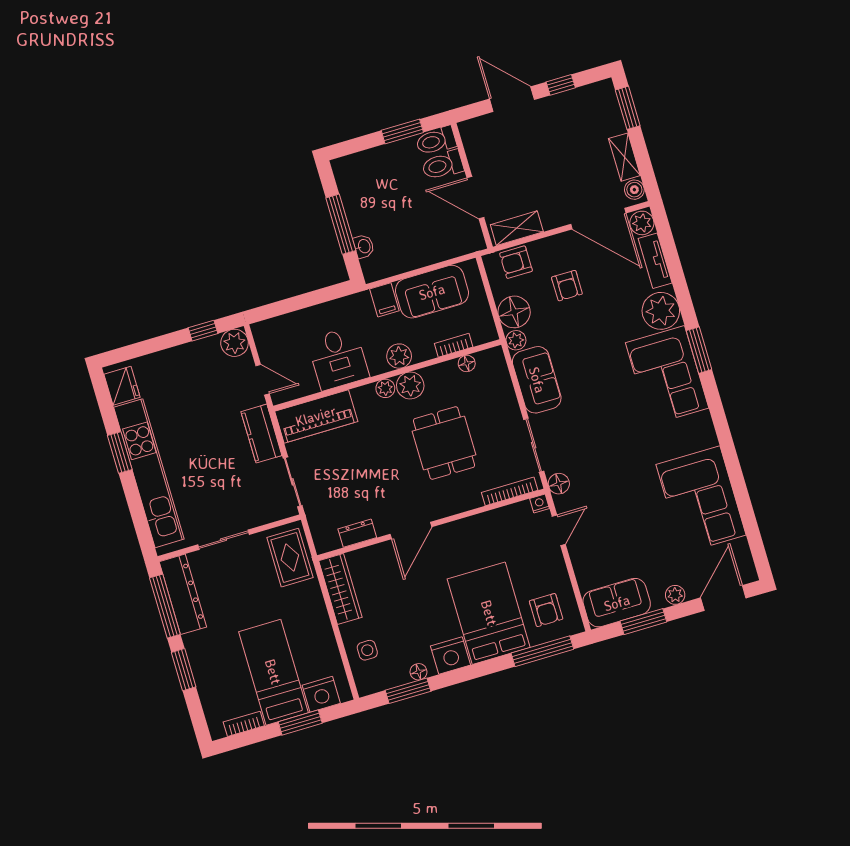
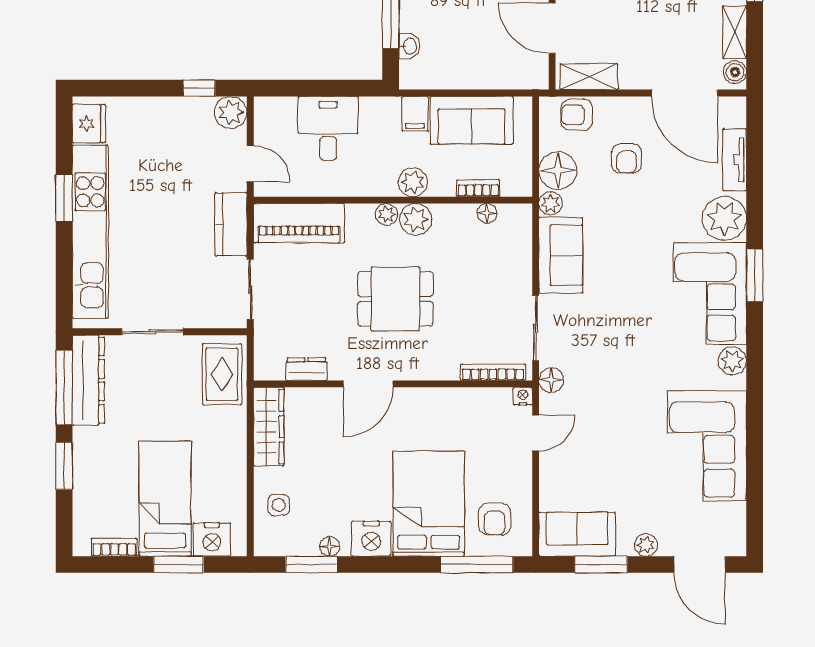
plant: (642, 223) -> (732, 361), moved
desk: (338, 358) -> (328, 129), moved, turned 180
dining table: (444, 443) -> (395, 299), moved, turned 90
door: (723, 598) -> (700, 565), swing flipped

